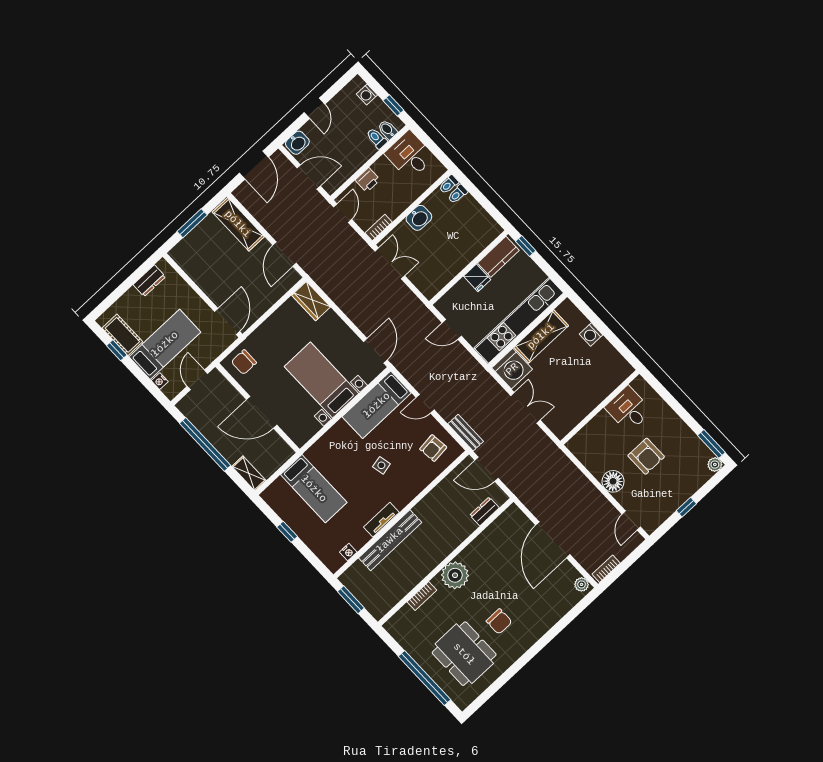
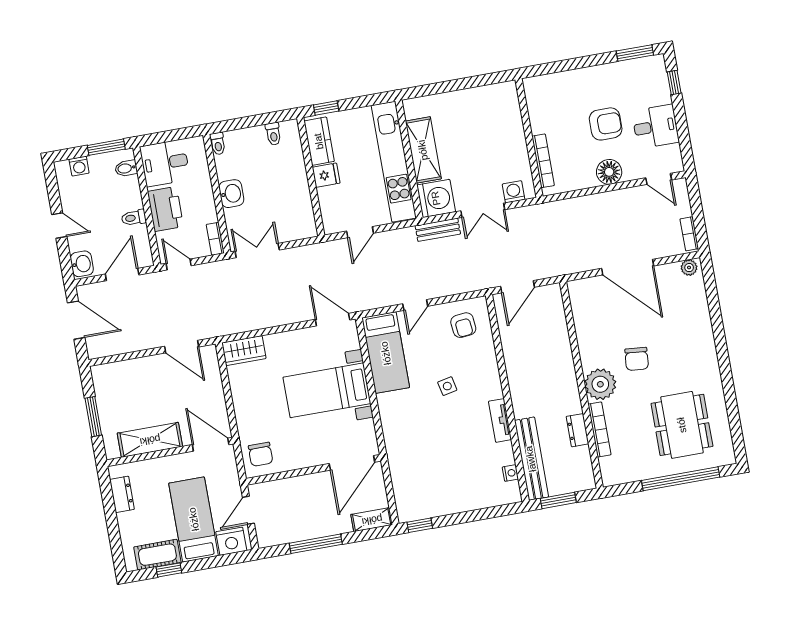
window: (393, 105) -> (106, 147), width x1.50
toilet: (377, 138) -> (134, 218), moved
printer: (368, 180) -> (165, 209), width x1.87, depth x1.48
toilet: (458, 194) -> (273, 134), moved
shelving: (238, 224) -> (150, 440), moved
washing machine: (591, 334) -> (514, 192), moved, turned 180
door: (197, 380) -> (248, 510), hinge flipped
nightstand: (160, 381) -> (231, 541), width x1.89, depth x1.79
double door: (526, 408) -> (483, 210), swing flipped
desk: (628, 409) -> (655, 127), moved, turned 180
door: (262, 412) -> (352, 463), moved
bookcase: (590, 428) -> (543, 161), added
bench: (466, 433) -> (438, 230), moved
window: (205, 444) -> (316, 544), width x0.68
plant: (715, 465) -> (657, 63), removed
bed: (314, 489) -> (427, 466), removed
window: (686, 507) -> (674, 82), moved
dresser: (484, 511) -> (577, 430), moved
window: (287, 532) -> (420, 525), moved
bench: (390, 540) -> (531, 459), moved
bookcase: (422, 596) -> (599, 429), width x1.56
chair: (499, 621) -> (637, 359), moved, turned 95
dining table: (464, 654) -> (682, 425), turned 90

